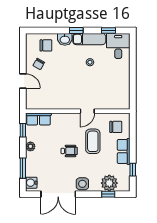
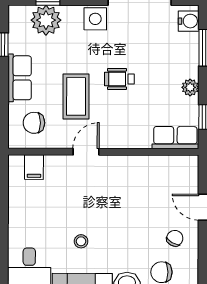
filing cabinet: (116, 103) -> (34, 167), added

